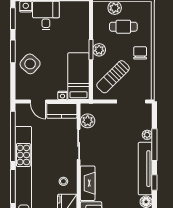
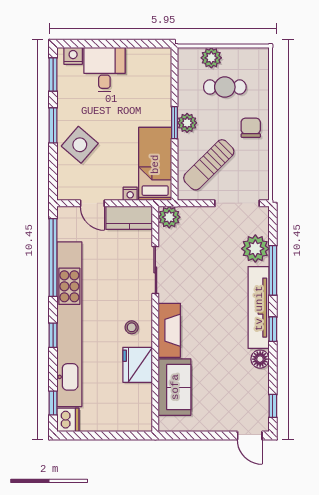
plant: (88, 121) -> (169, 217), moved
plant: (147, 135) -> (255, 249), width x1.87, depth x1.87
window: (13, 186) -> (53, 335), width x0.46

